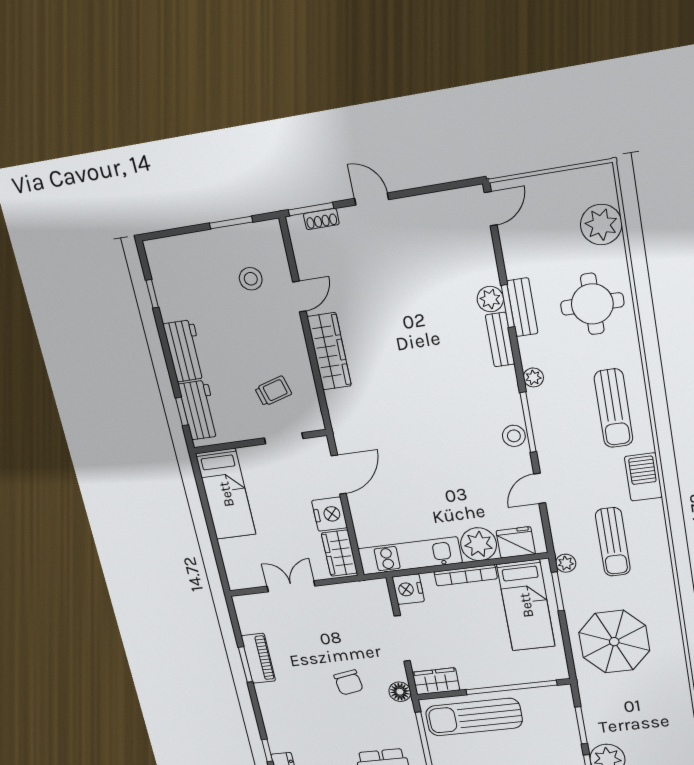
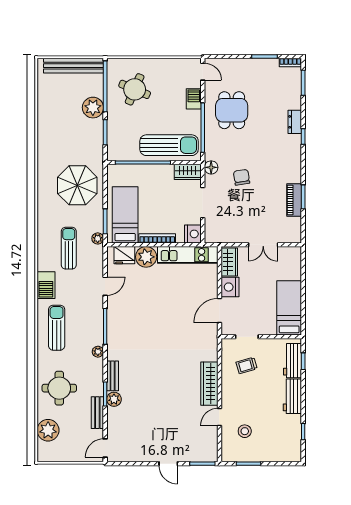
shoe rack: (321, 219) -> (198, 457), removed
bench: (522, 307) -> (97, 413), moved
stool: (514, 436) -> (114, 319), removed

